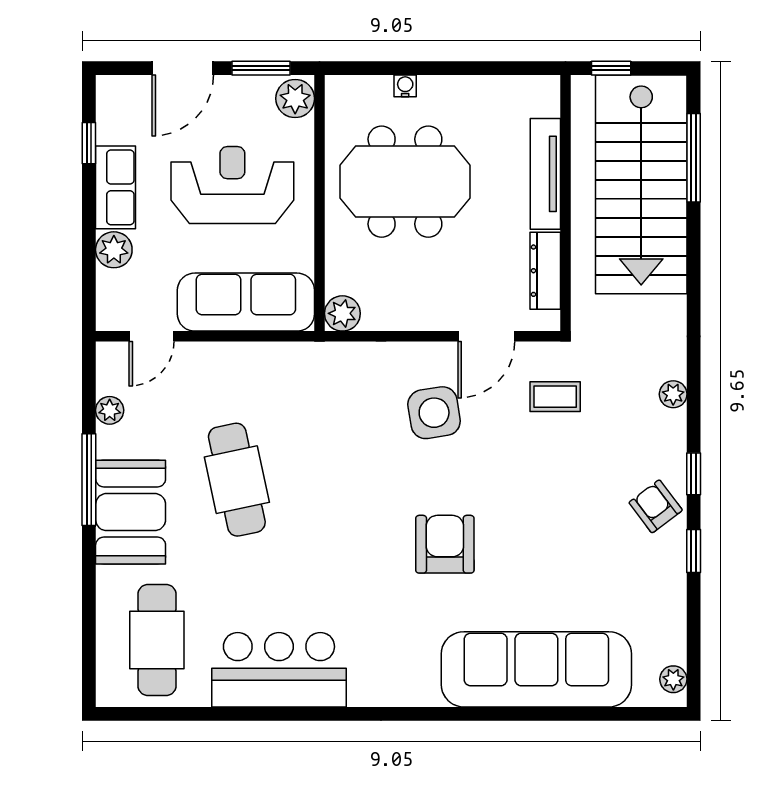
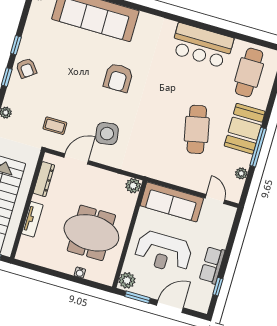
tv unit: (545, 174) -> (32, 219), width x0.71
plant: (114, 250) -> (220, 239), removed
door: (152, 336) -> (215, 199), hinge flipped

